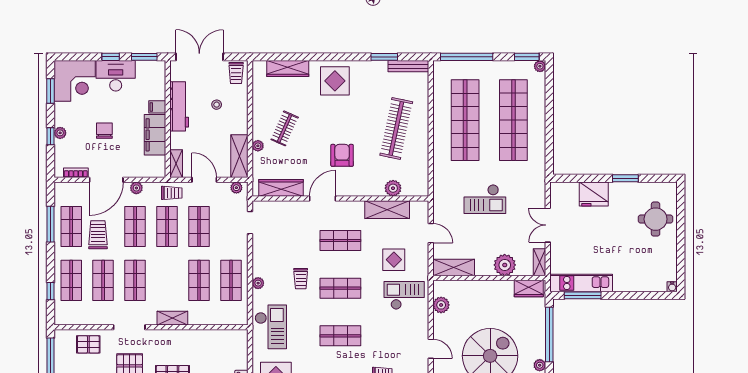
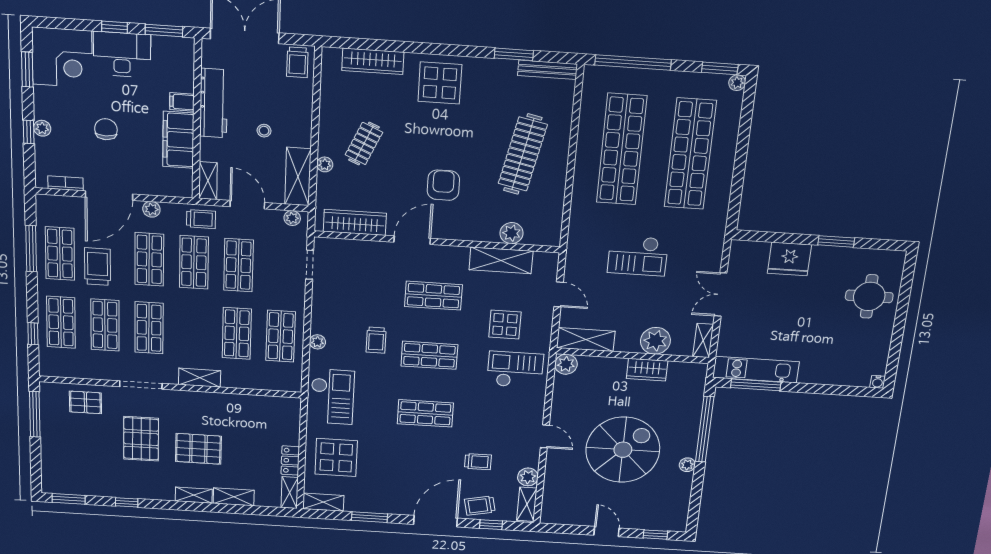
stool: (217, 105) -> (264, 131), moved
wardrobe: (529, 289) -> (647, 370), moved
plant: (441, 305) -> (566, 364), moved

